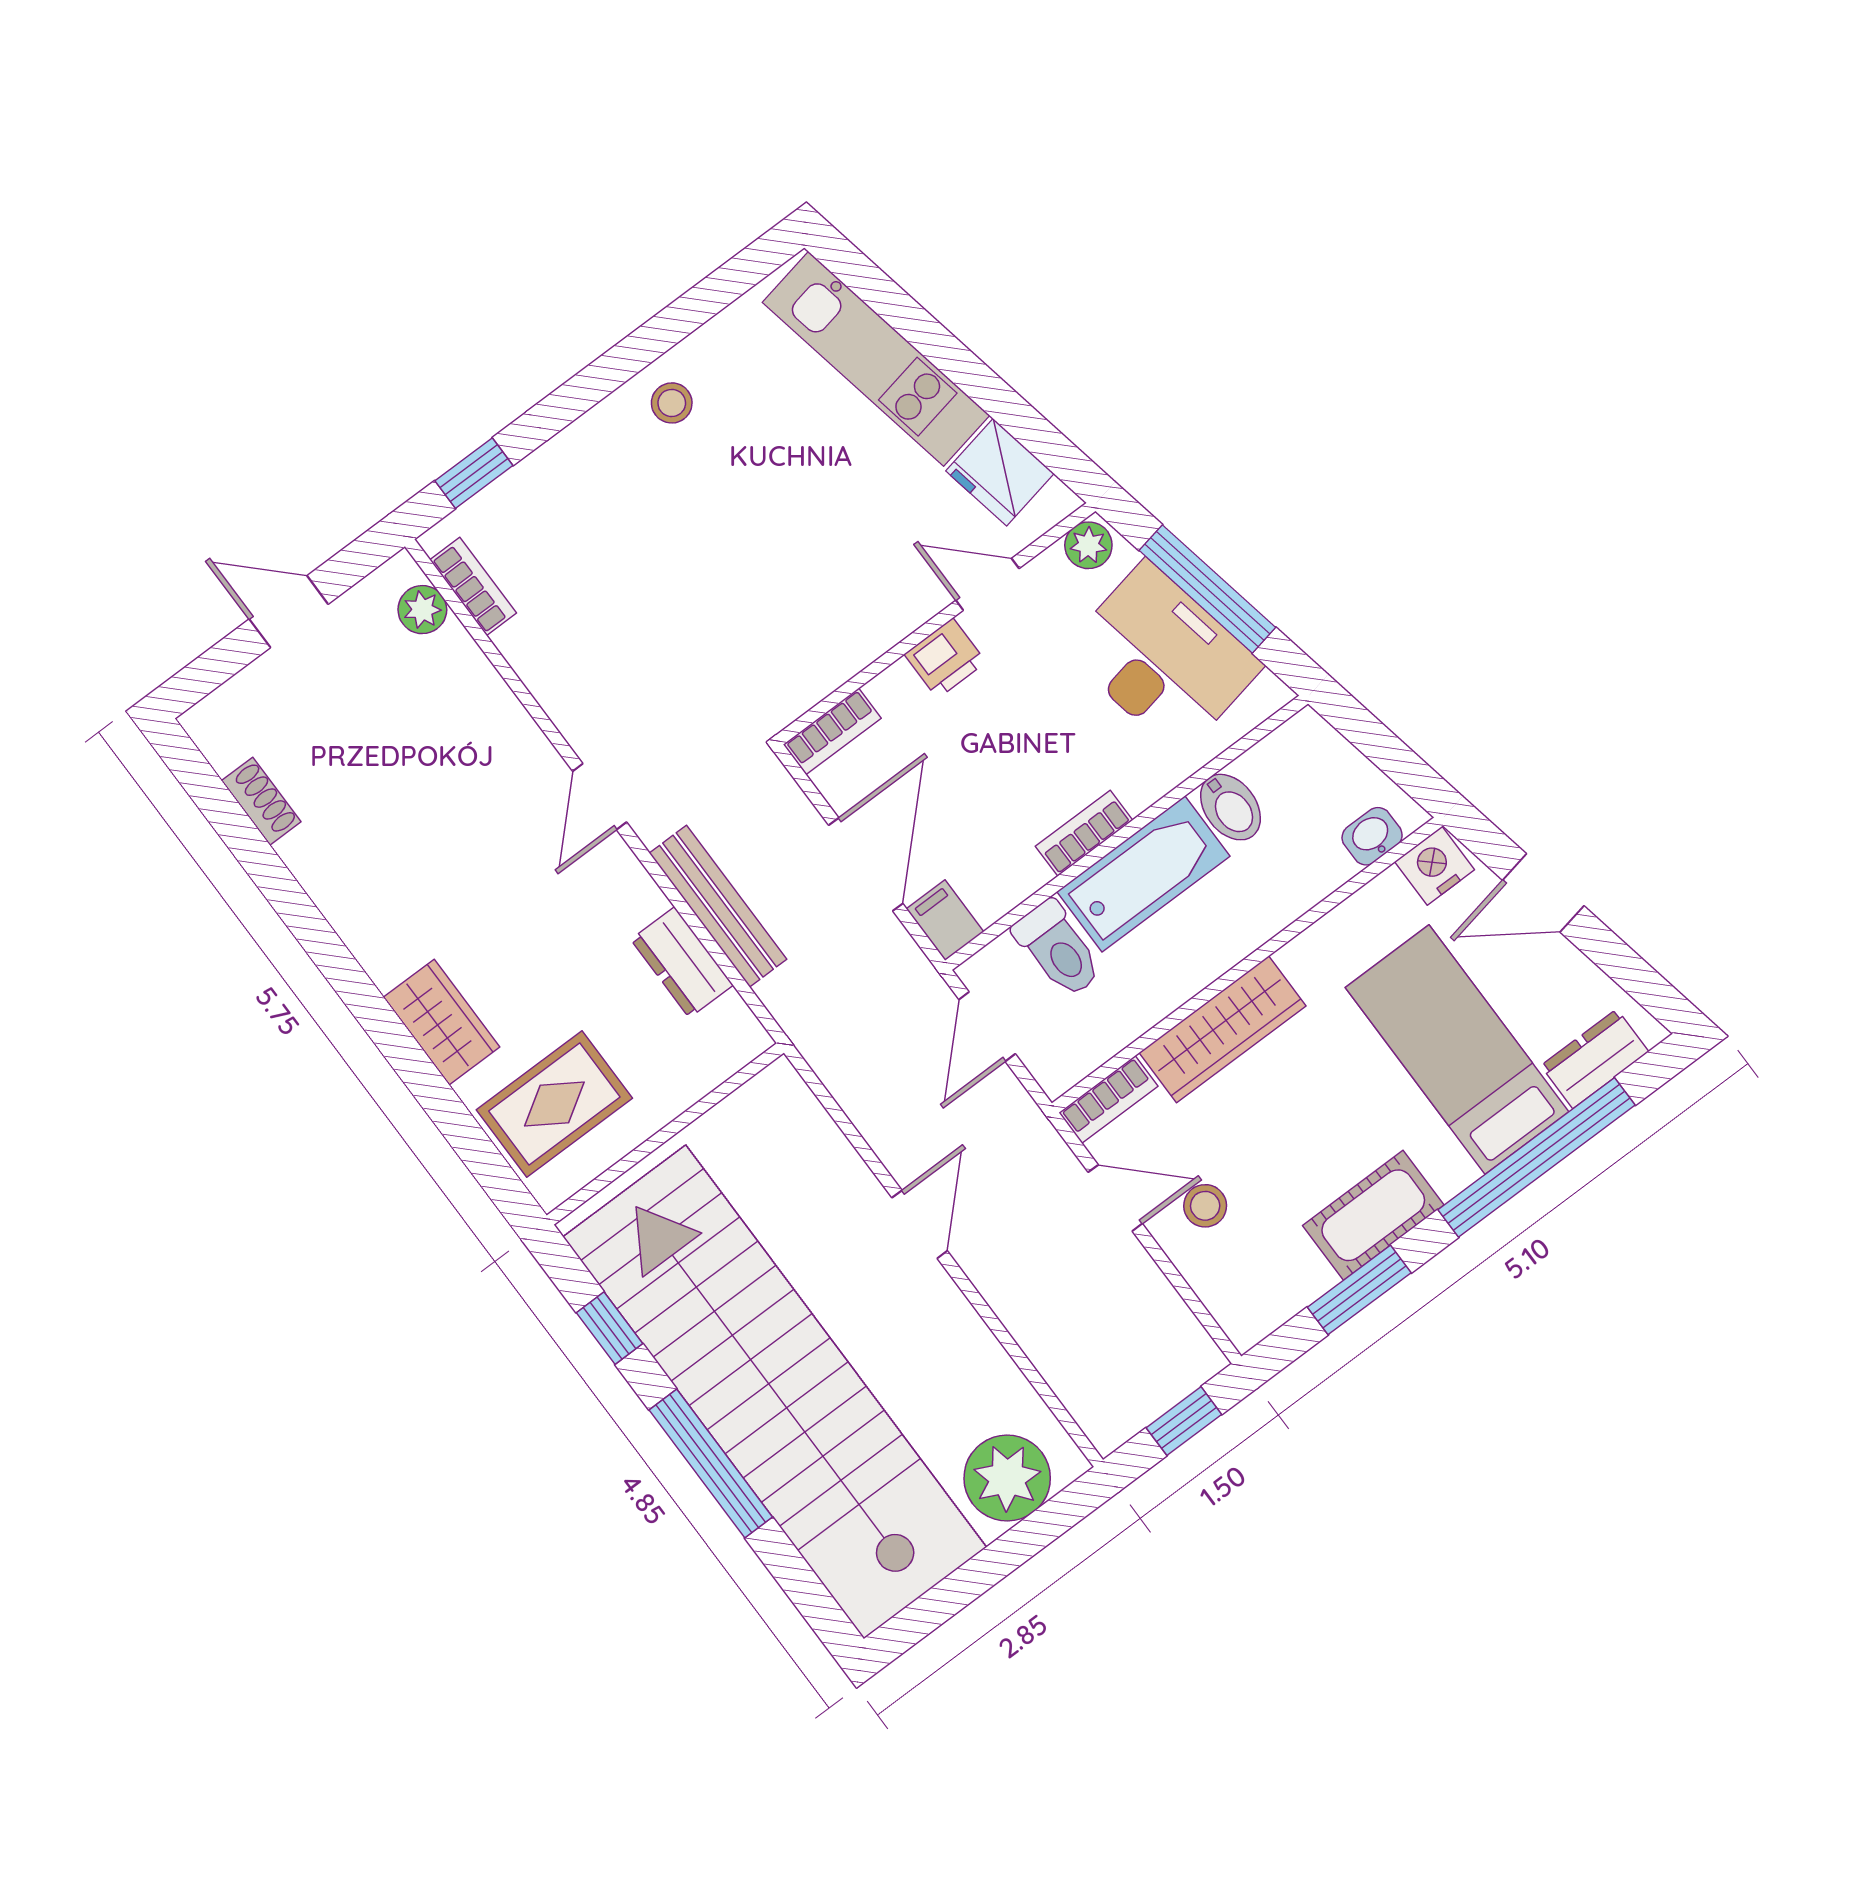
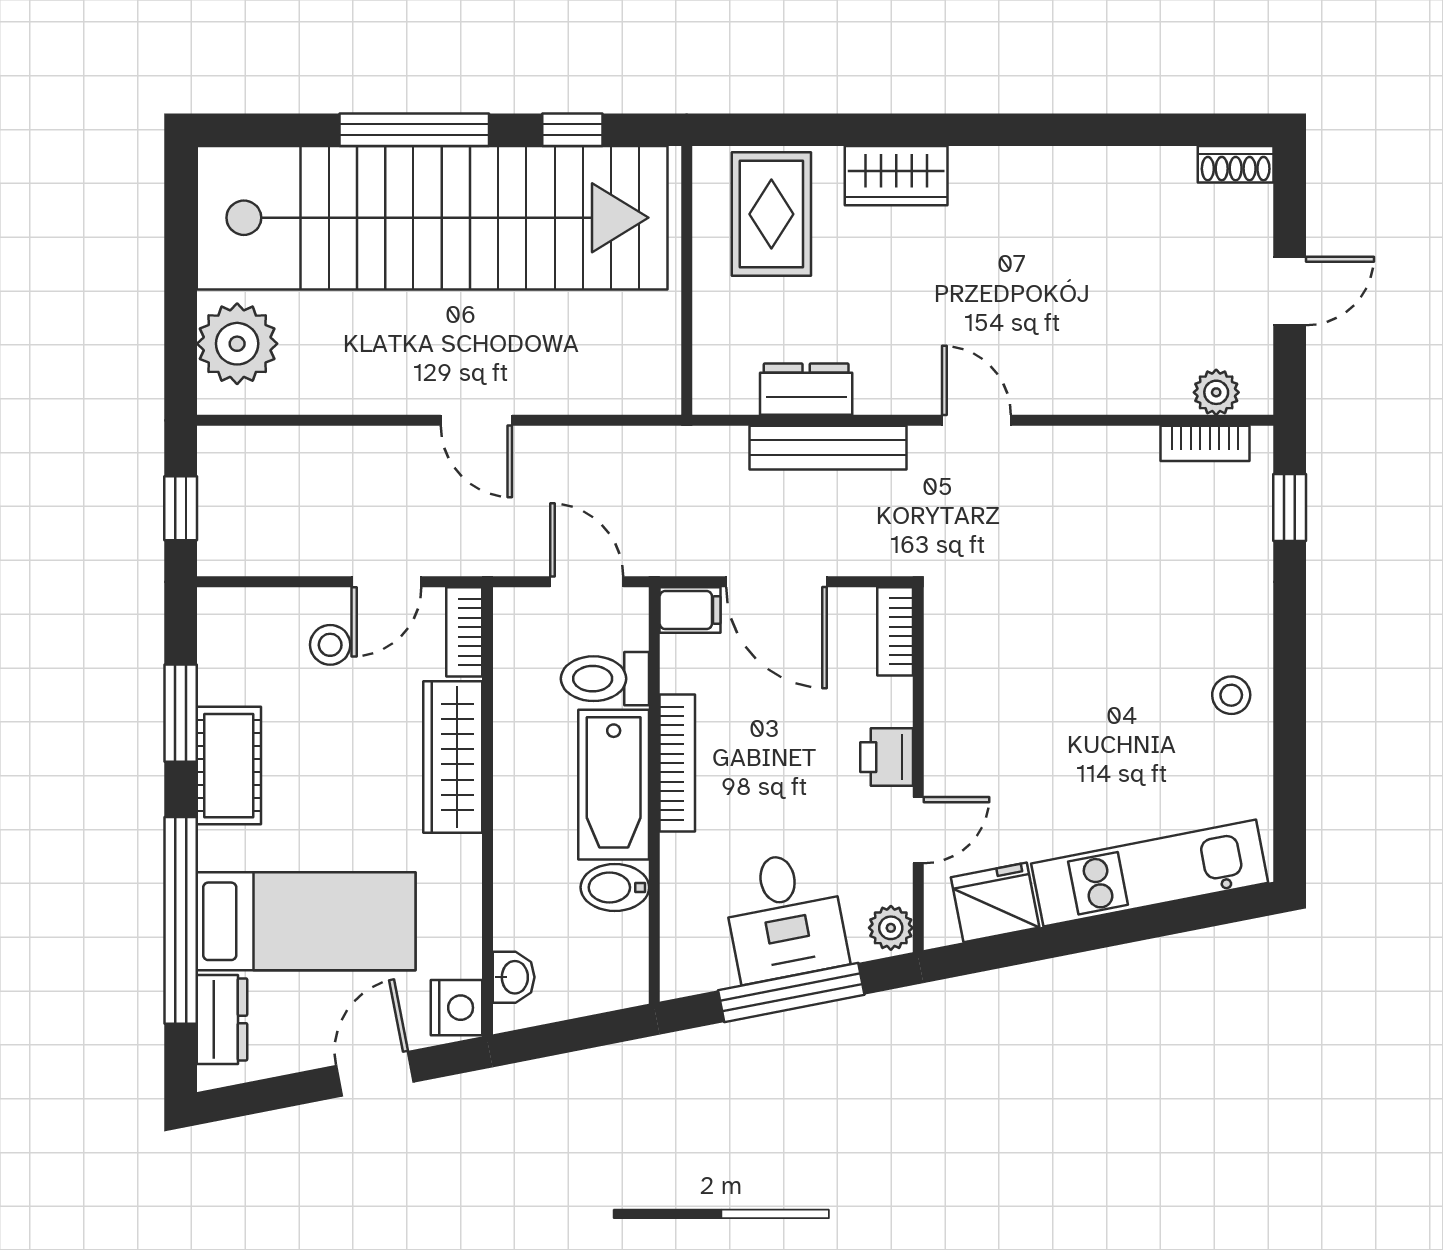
desk: (1163, 658) -> (785, 916), width x0.73
shoe rack: (261, 801) -> (1236, 164), moved
bookcase: (1084, 833) -> (677, 763), width x1.56

